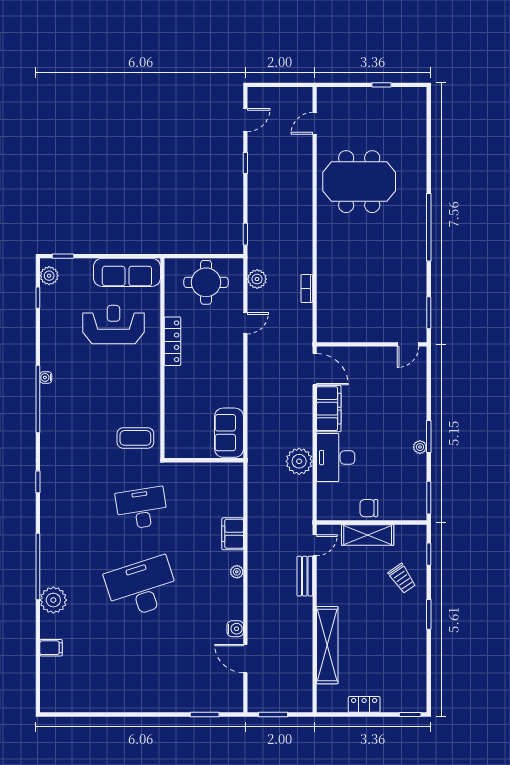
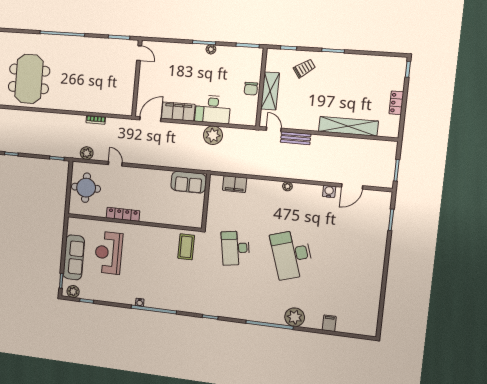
sofa: (127, 272) -> (74, 257), moved
filing cabinet: (233, 534) -> (235, 184), moved

